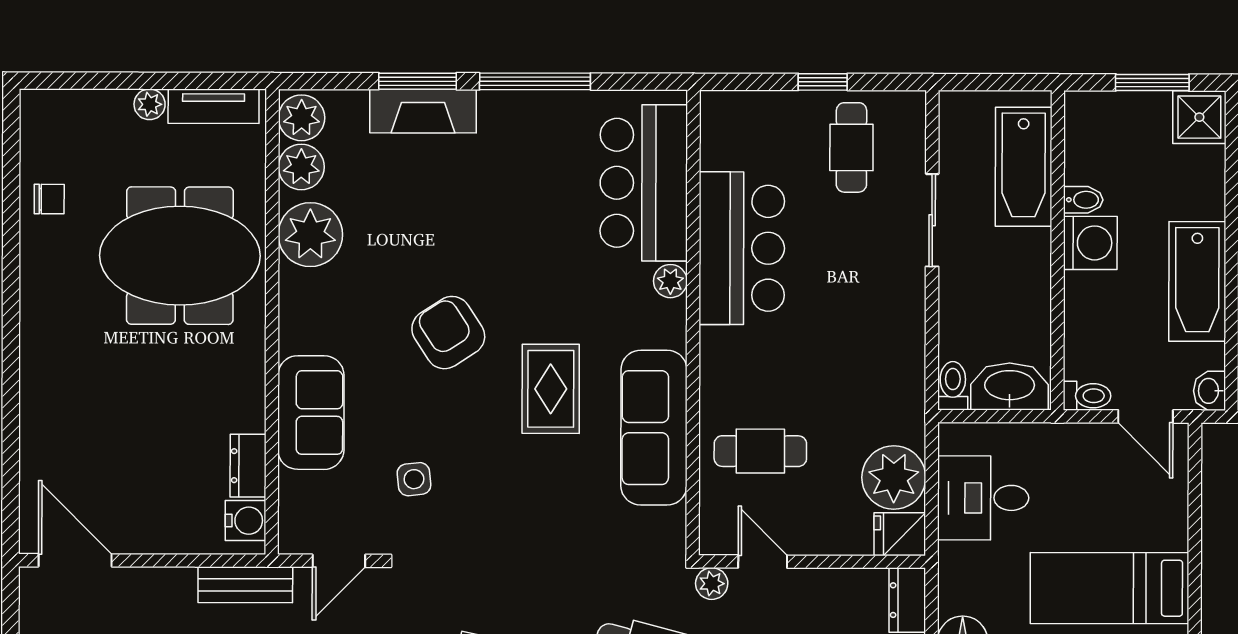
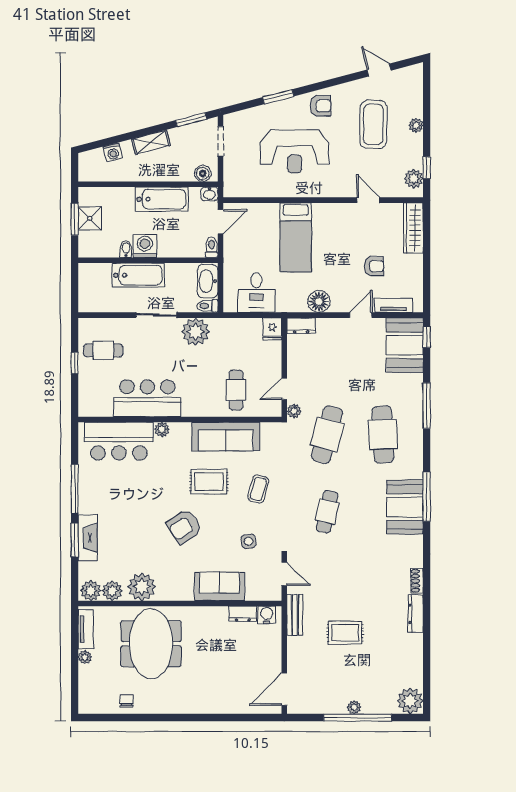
shower: (1199, 117) -> (90, 218), moved
bathtub: (1024, 167) -> (138, 275), moved
sliding door: (932, 220) -> (156, 315), moved
plant: (894, 477) -> (196, 332), moved
coffee table: (534, 502) -> (258, 489), added

